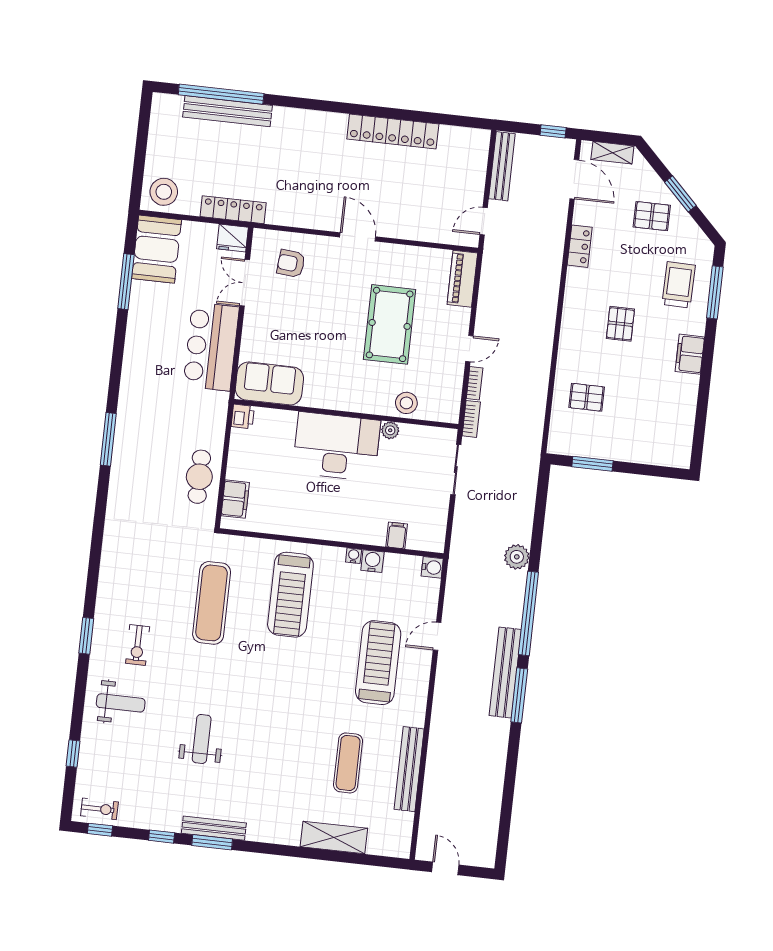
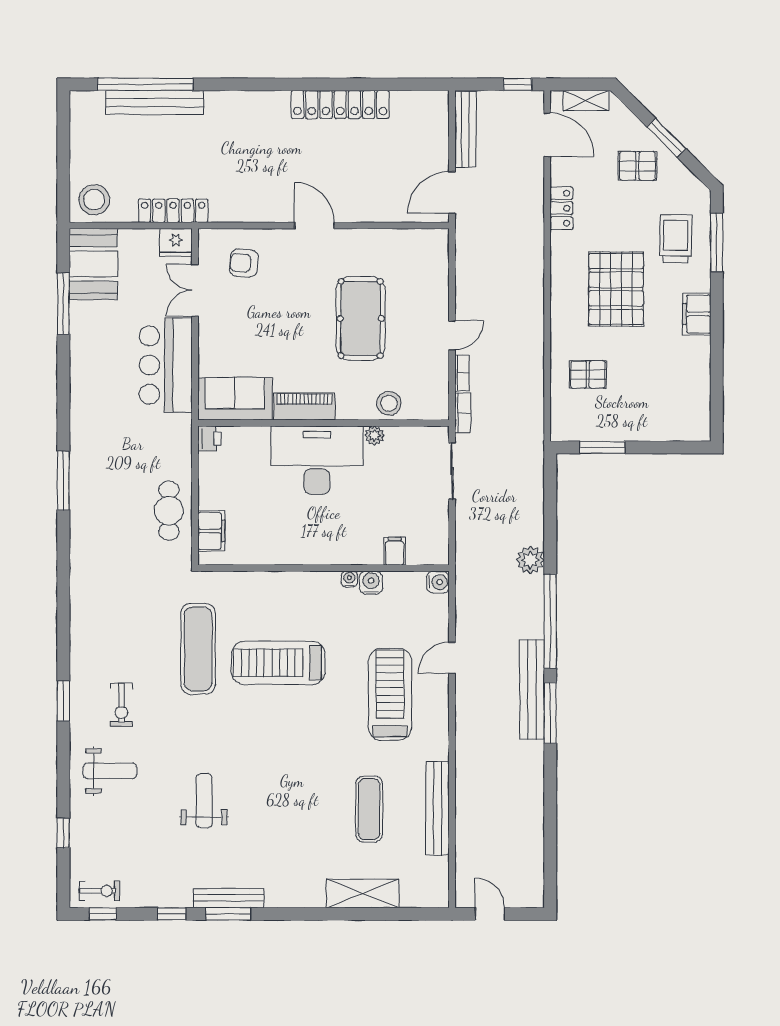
door: (484, 221) -> (452, 192), width x1.38
piano: (462, 279) -> (304, 406), moved, turned 90
pallet: (620, 324) -> (616, 289), width x2.05, depth x2.00
treadmill: (290, 595) -> (278, 663), moved, turned 90

